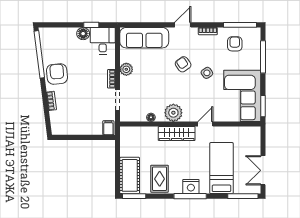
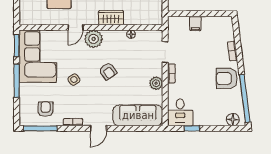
floor lamp: (83, 34) -> (233, 120), moved
armchair: (235, 44) -> (46, 109), turned 180
window: (263, 57) -> (17, 81), moved
armchair: (183, 64) -> (108, 71), moved
armchair: (57, 74) -> (227, 78), turned 95
plant: (173, 113) -> (94, 39), moved
filing cabinet: (108, 128) -> (195, 24), moved
wardrobe: (177, 133) -> (111, 18), width x0.67

